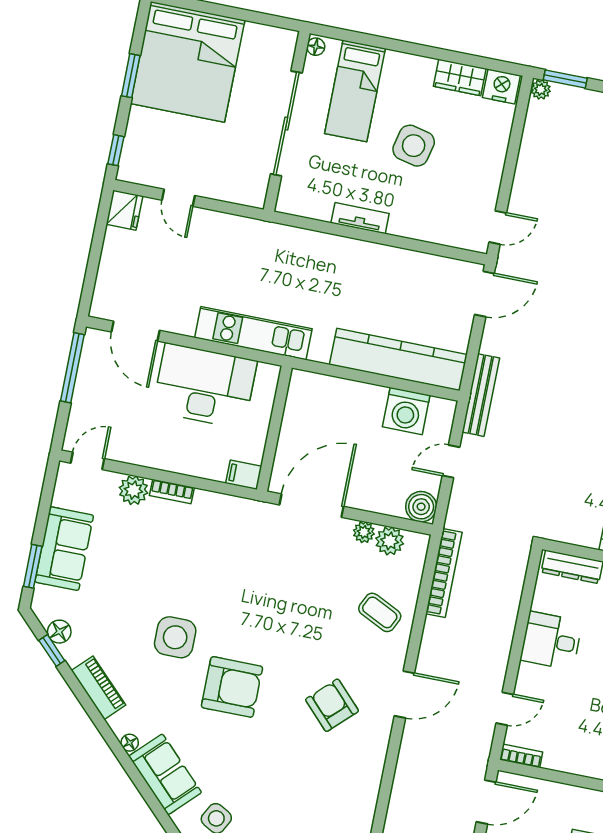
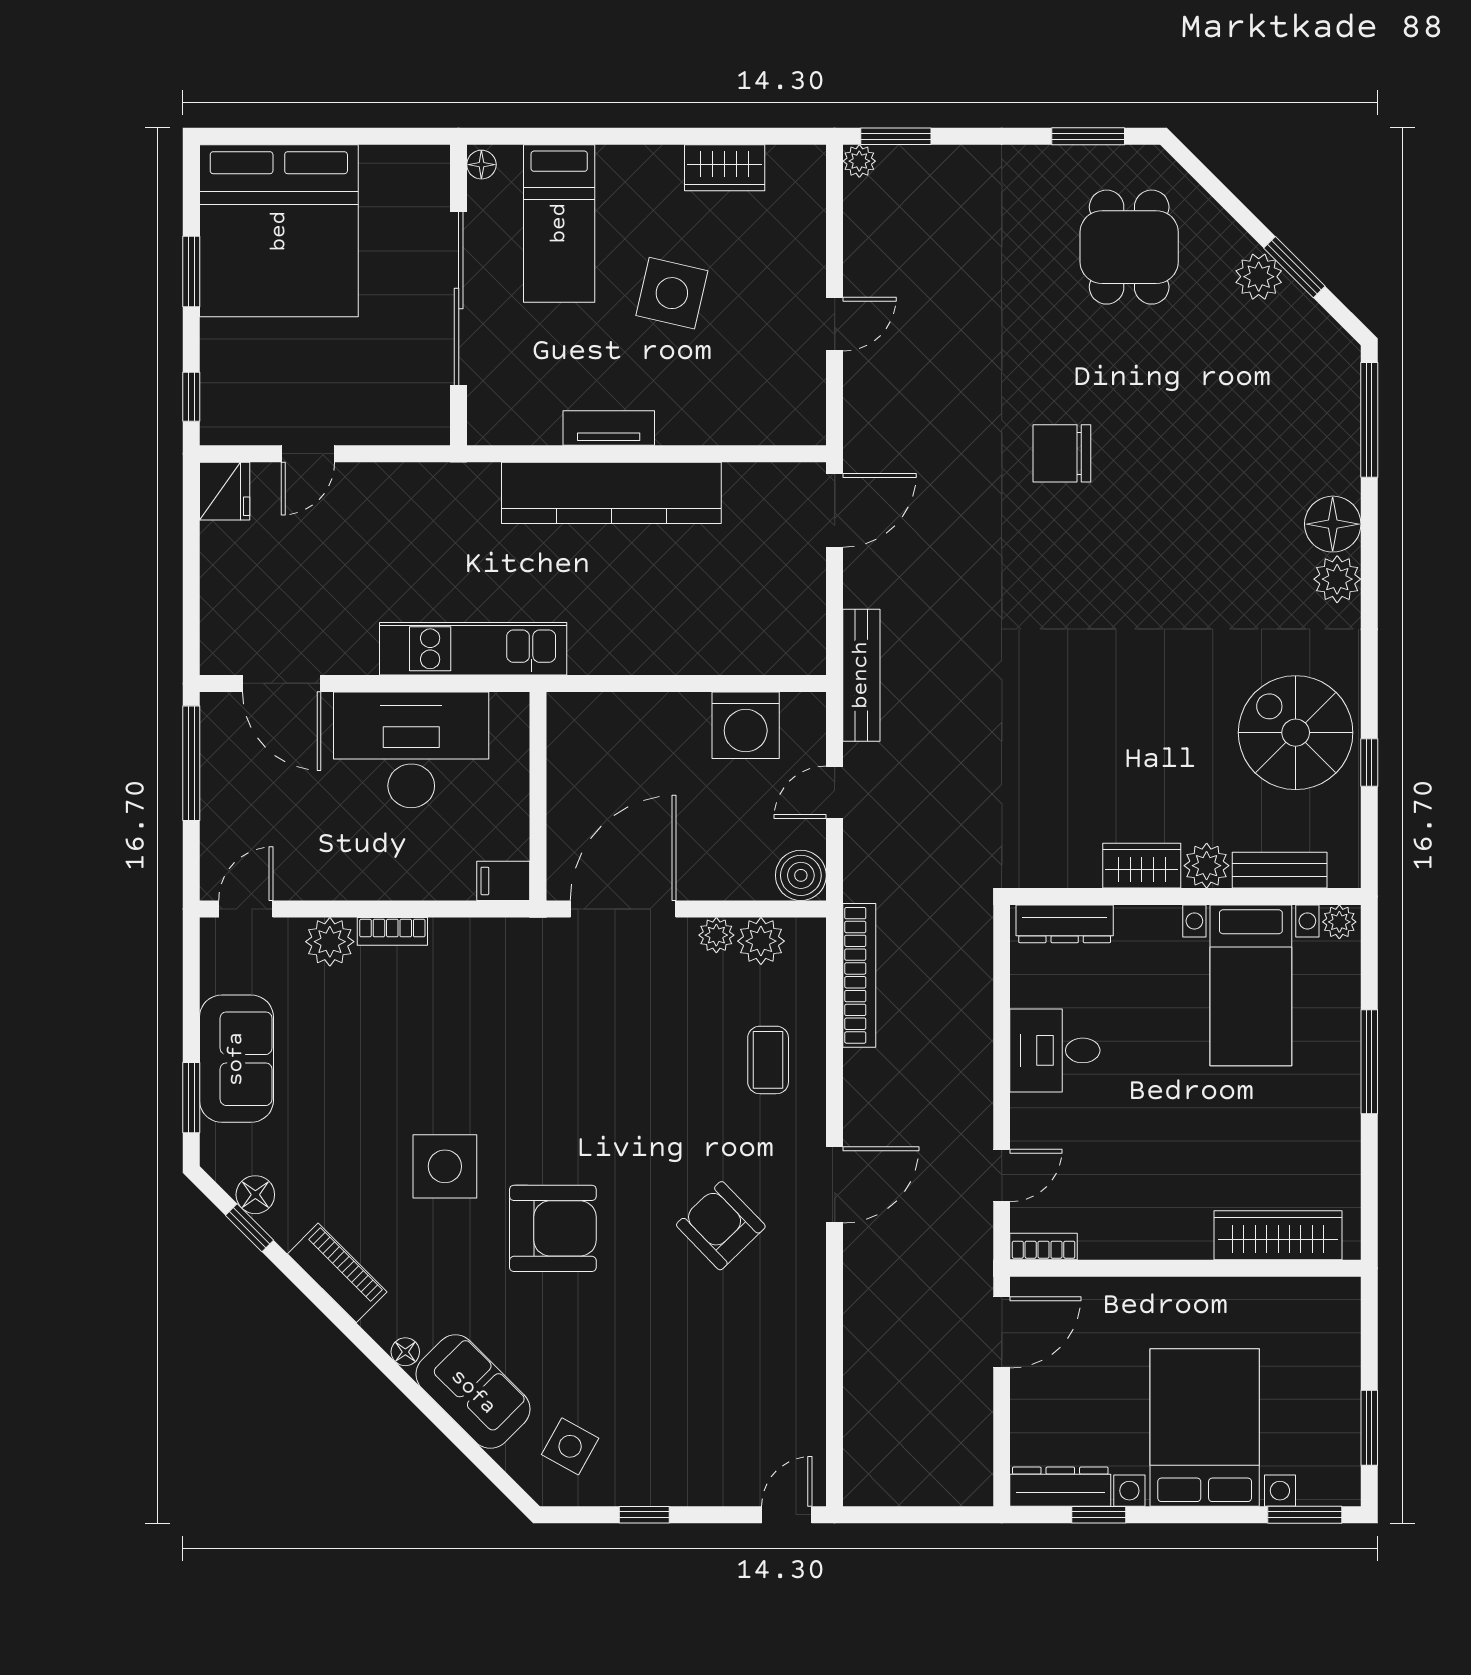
nightstand: (501, 86) -> (795, 169), removed
door: (178, 198) -> (308, 454), hinge flipped
door: (498, 228) -> (835, 324), moved
kitchen counter: (398, 360) -> (611, 493), moved, turned 180
coffee table: (380, 612) -> (768, 1060), turned 64

